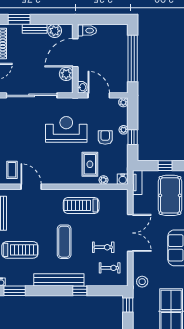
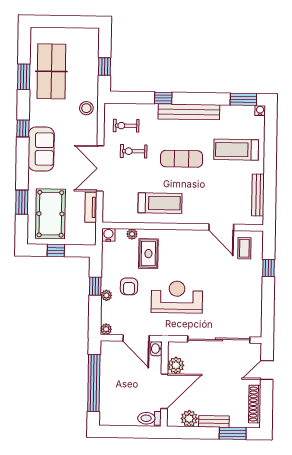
reception desk: (66, 129) -> (177, 297), turned 180
tv unit: (137, 183) -> (91, 207), moved
exercise mat: (64, 242) -> (182, 159), turned 90
window: (128, 305) -> (105, 67), moved

